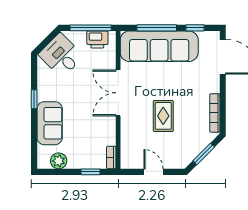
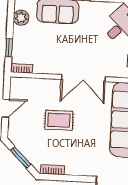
double door: (118, 93) -> (83, 78), swing flipped
bookcase: (215, 113) -> (53, 170), width x0.64

